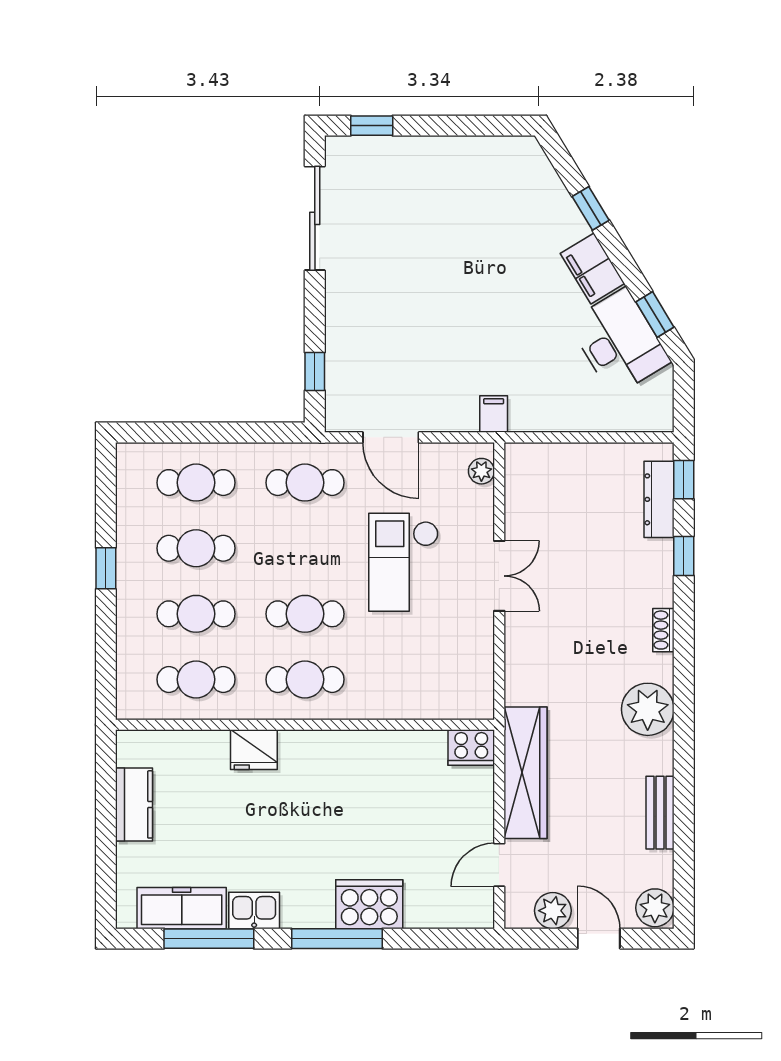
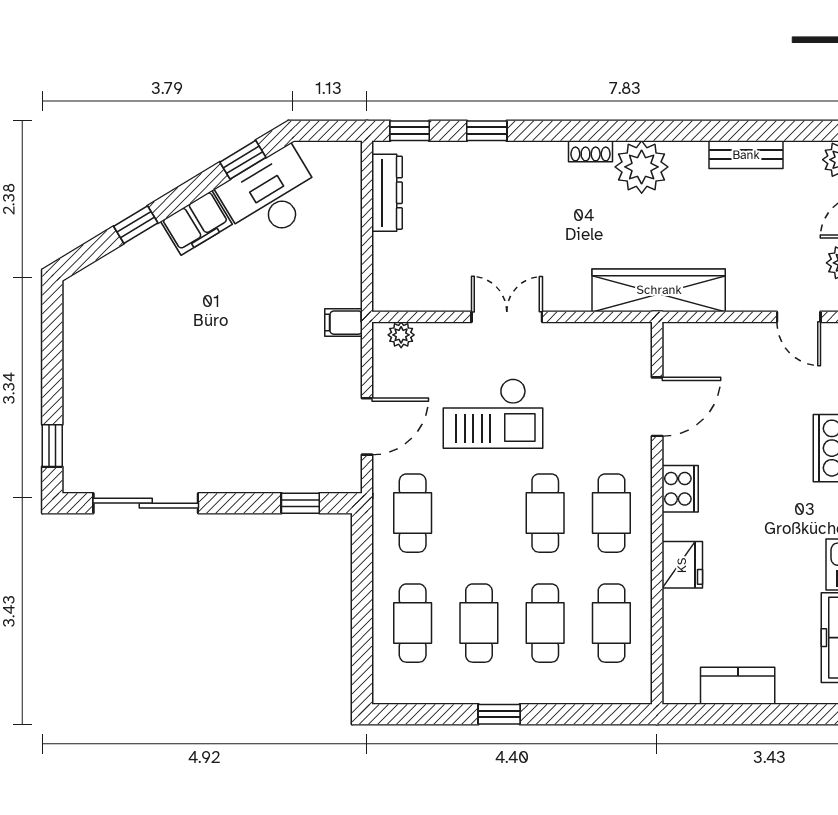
dresser: (659, 499) -> (387, 193), moved, turned -90
shoe rack: (663, 630) -> (591, 151), moved
door: (410, 725) -> (657, 407), added
cooker: (471, 747) -> (680, 489), moved
wardrobe: (525, 773) -> (659, 290), moved

